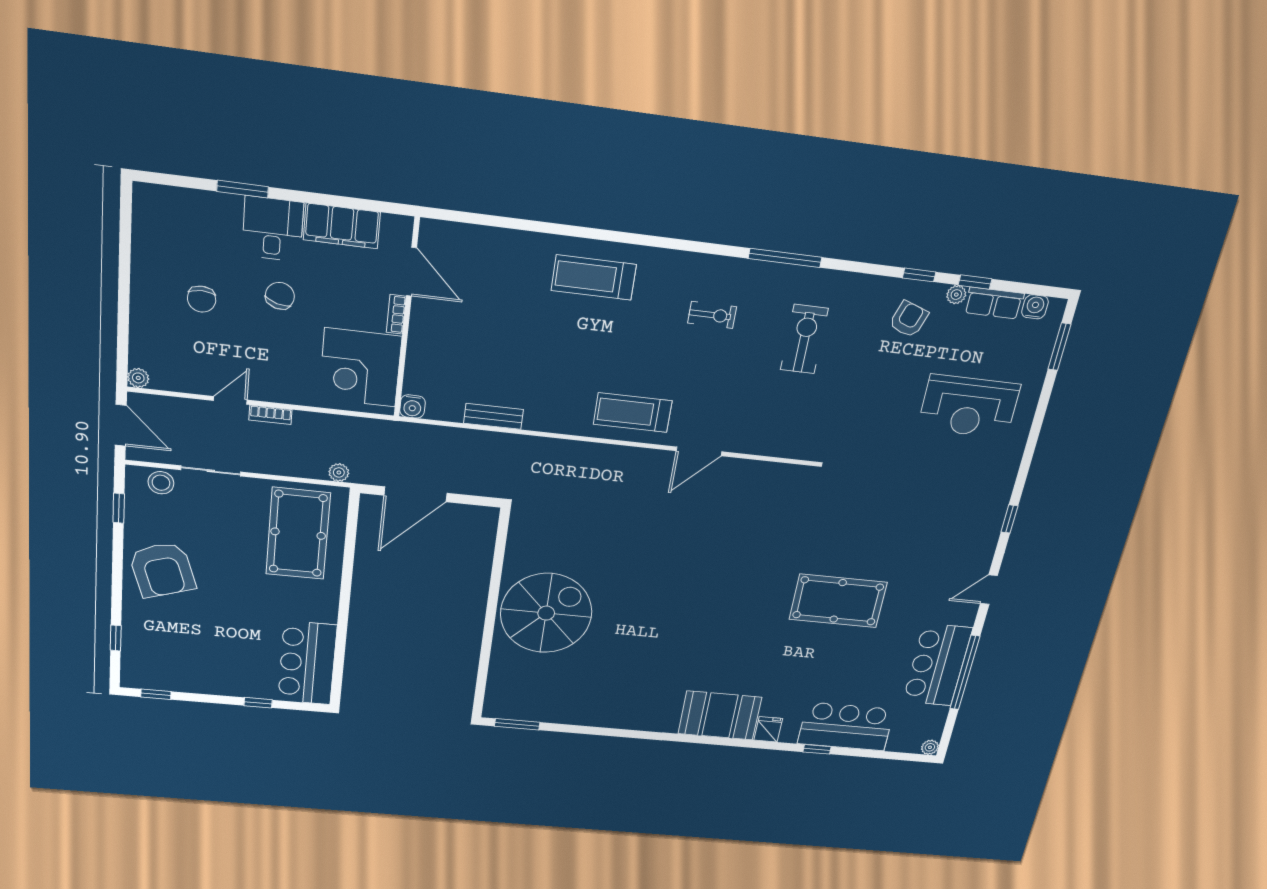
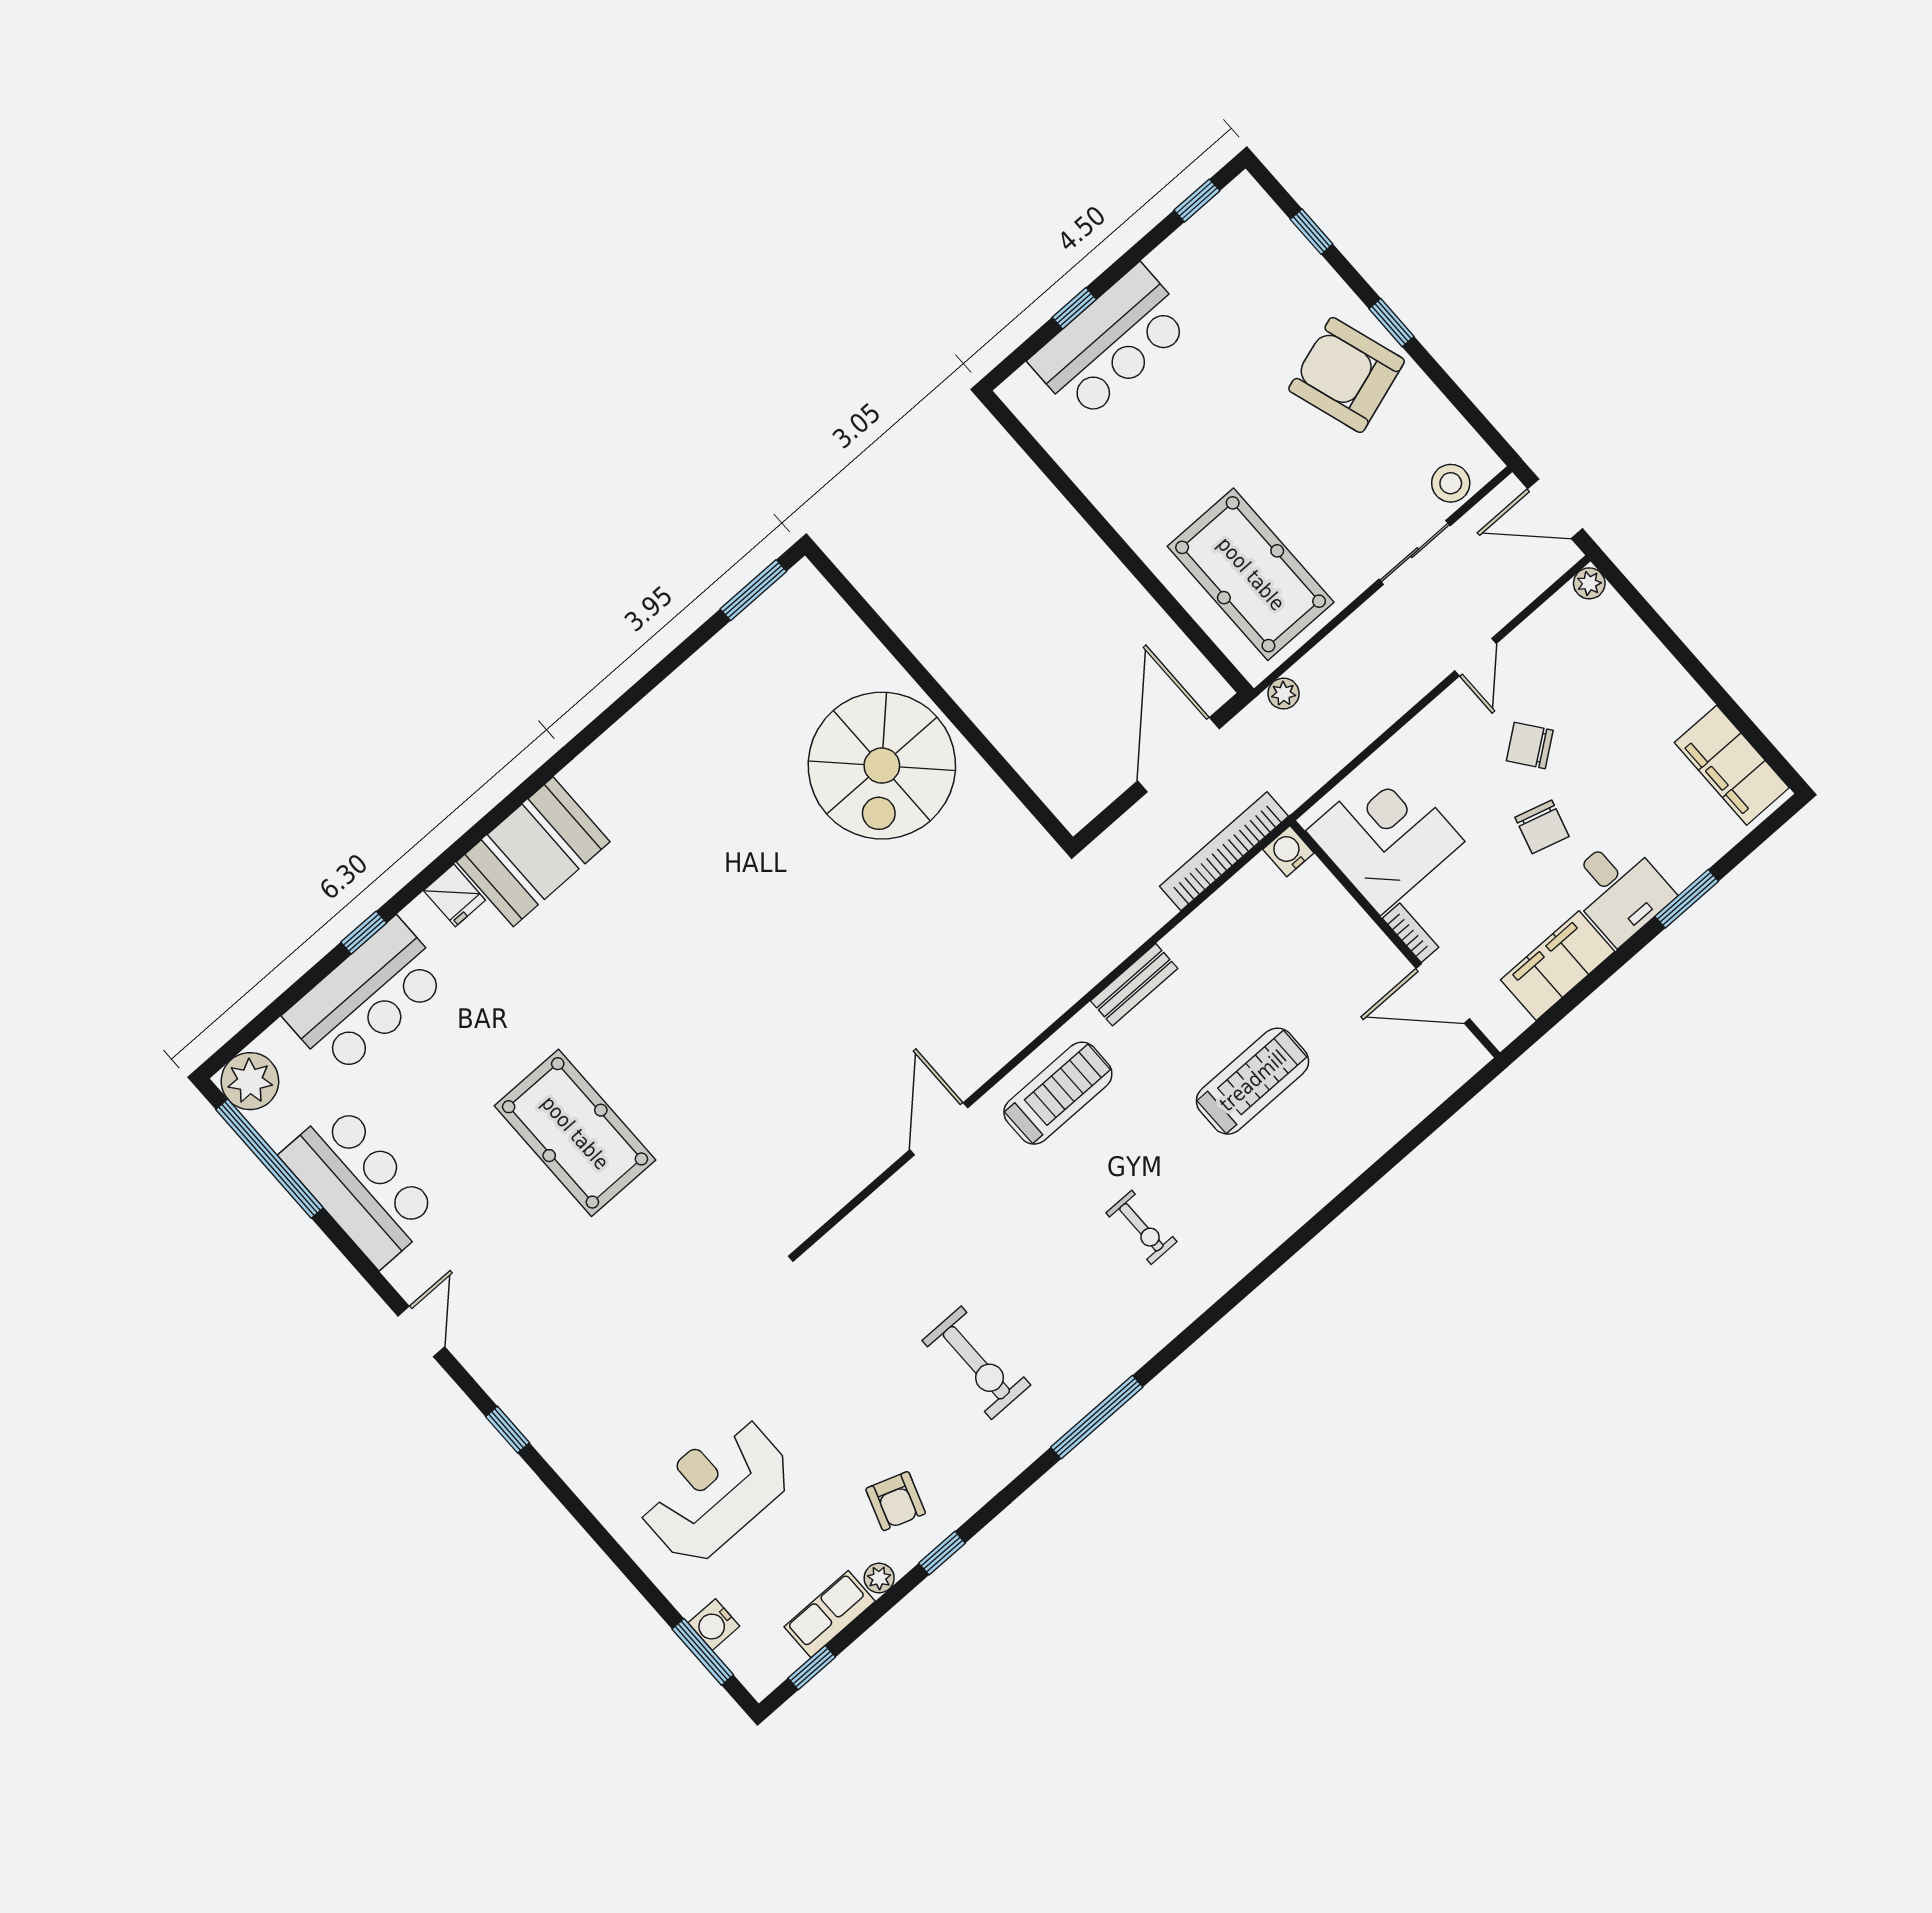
filing cabinet: (152, 227) -> (1732, 765), added
treadmill: (594, 277) -> (1253, 1081), moved
window: (975, 282) -> (812, 1668), moved
chair: (202, 299) -> (1530, 745), moved, turned -37
water cooler: (1035, 307) -> (714, 1625), moved, turned 90
exercise bike: (712, 315) -> (1141, 1227), moved, turned -90
bookcase: (270, 415) -> (1224, 851), moved, width x2.31, depth x1.31
bench: (494, 416) -> (1134, 985), moved
window: (119, 508) -> (1391, 323), moved
pool table: (838, 601) -> (575, 1133), turned 90
bar counter: (307, 663) -> (1111, 343), moved, turned 90
window: (965, 673) -> (269, 1159), moved
plant: (930, 747) -> (250, 1081), width x1.88, depth x1.88

